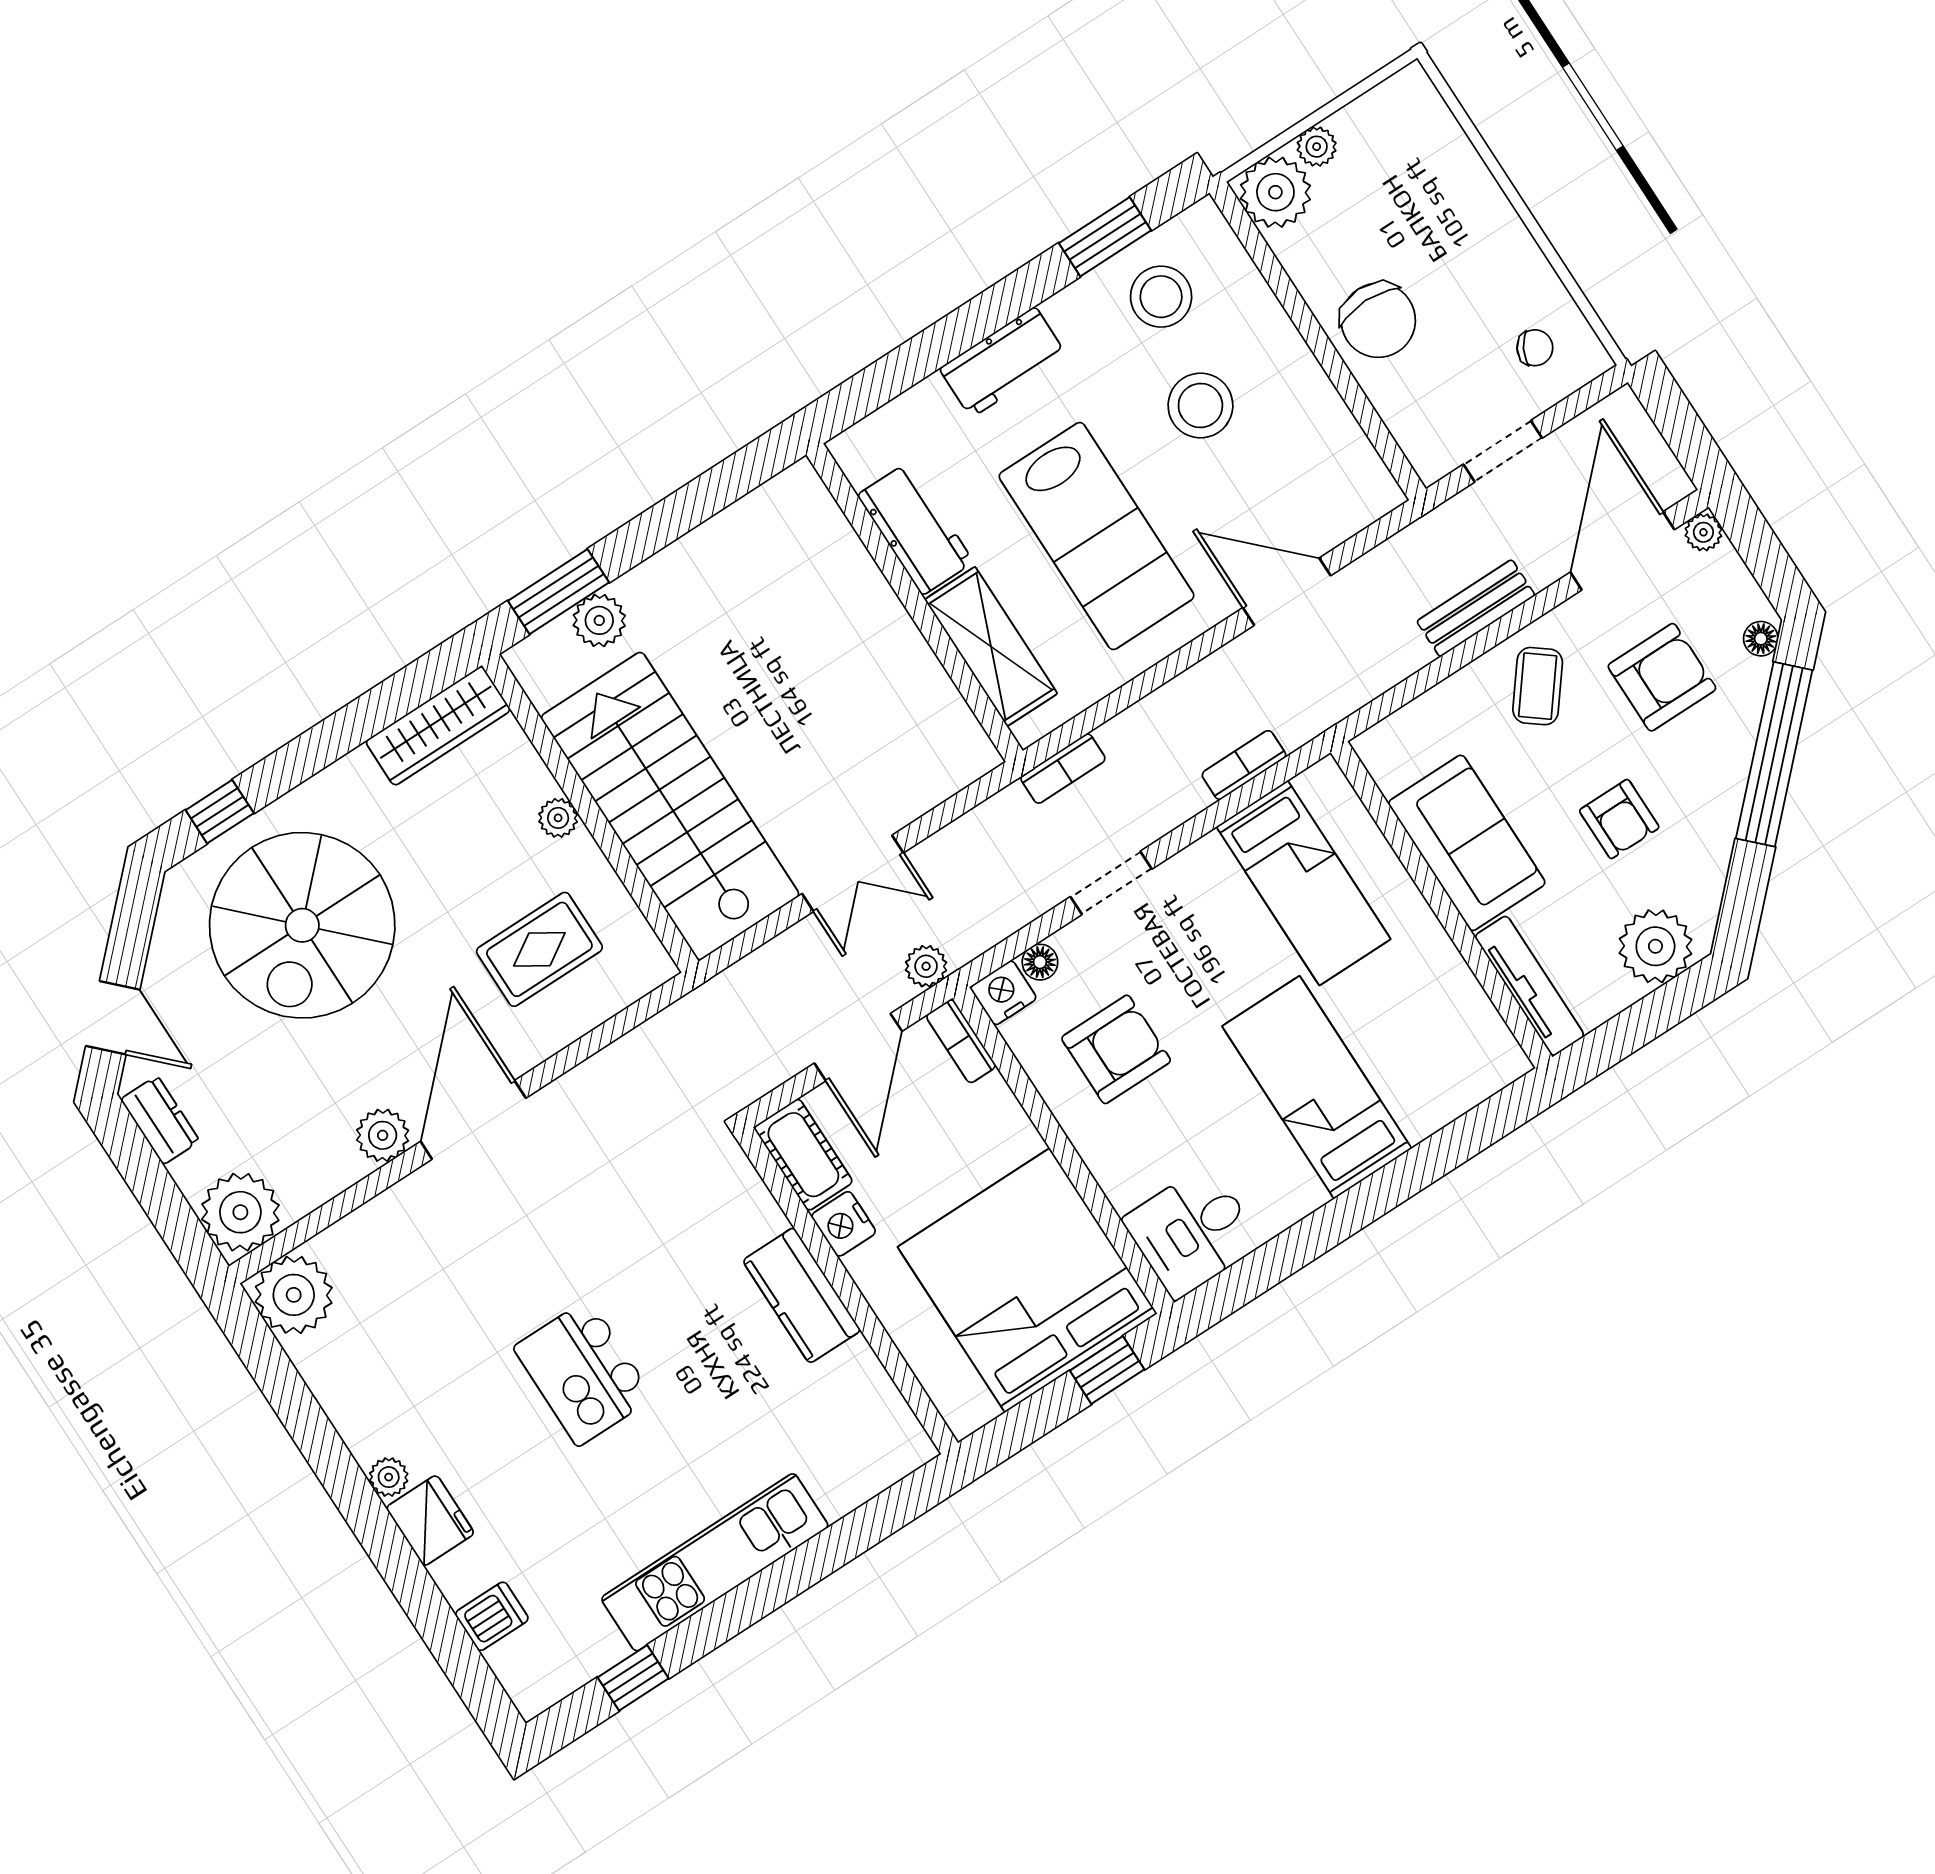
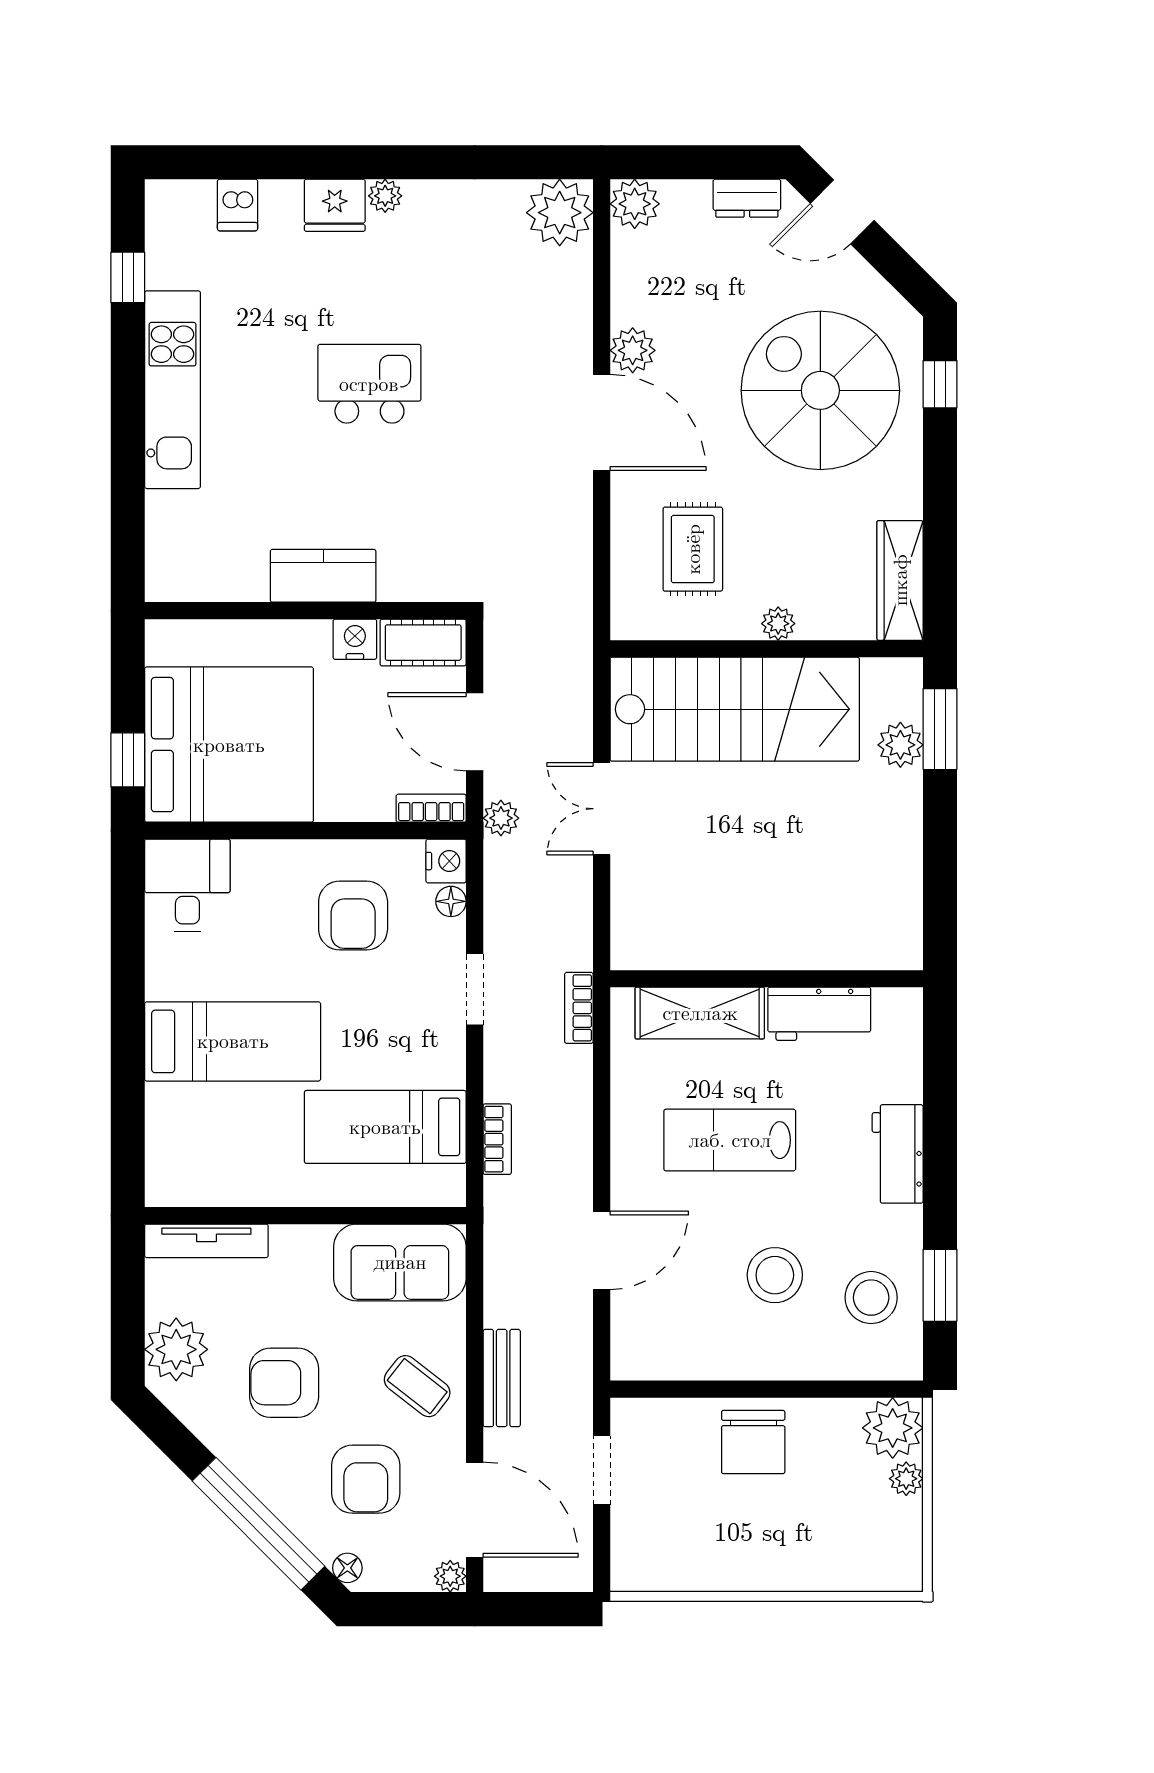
chair: (1378, 320) -> (753, 1442), turned -90
chair: (1535, 348) -> (661, 1541), removed
lab bench: (1097, 536) -> (730, 1140), width x0.73, depth x0.72
armchair: (1619, 819) -> (284, 1383), width x1.38, depth x1.38
sofa: (1467, 843) -> (400, 1262), moved
plant: (240, 1212) -> (635, 204), width x0.73, depth x0.73

